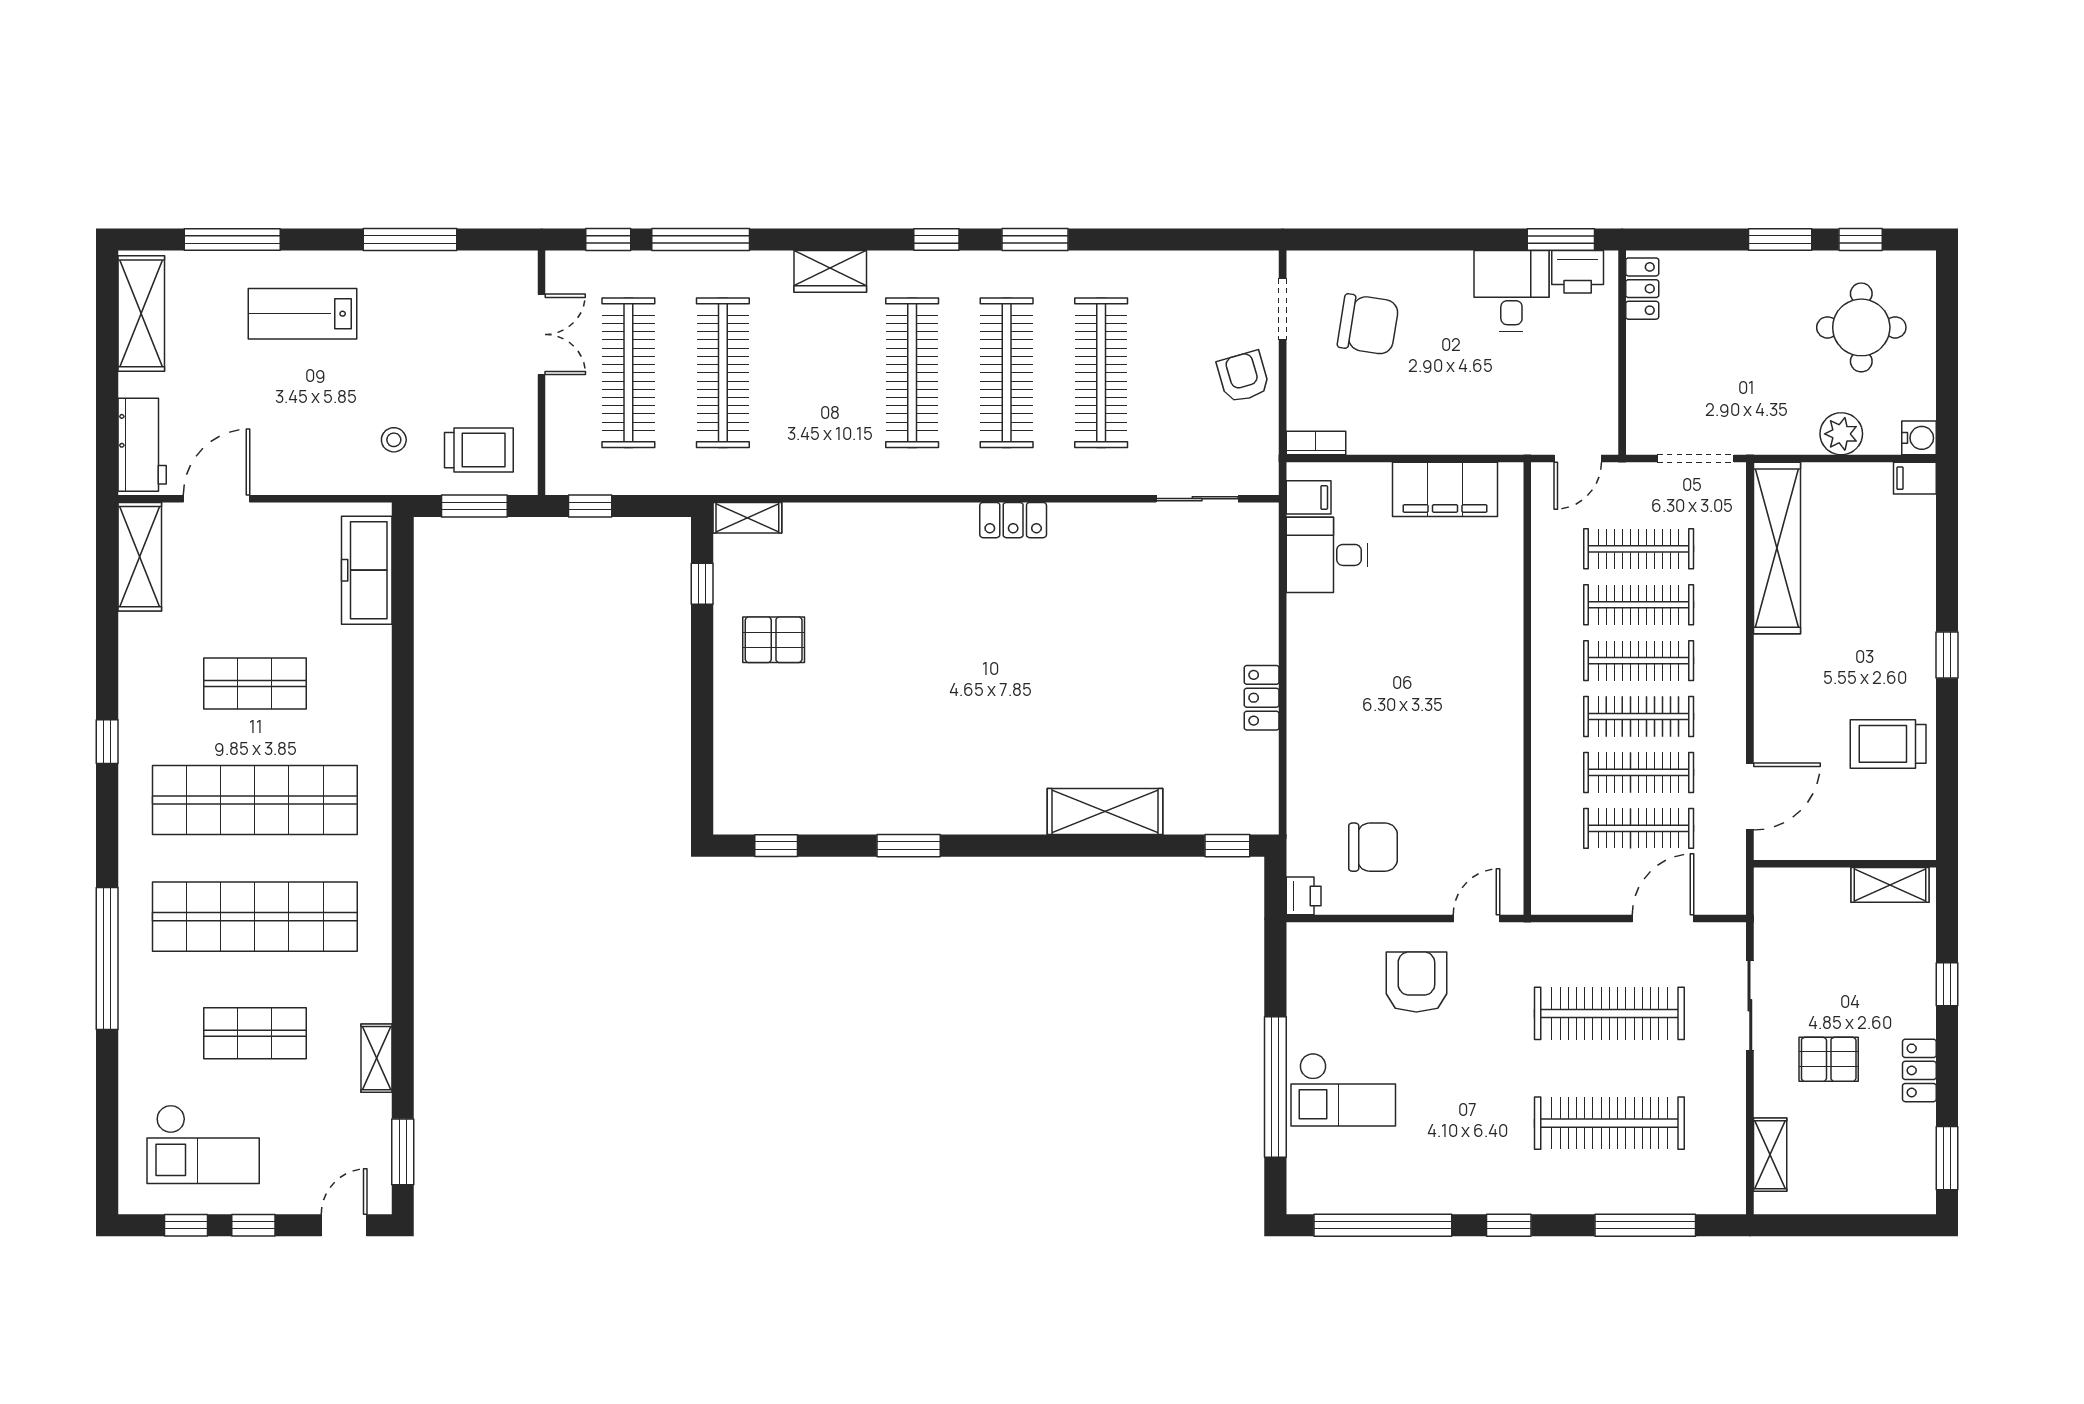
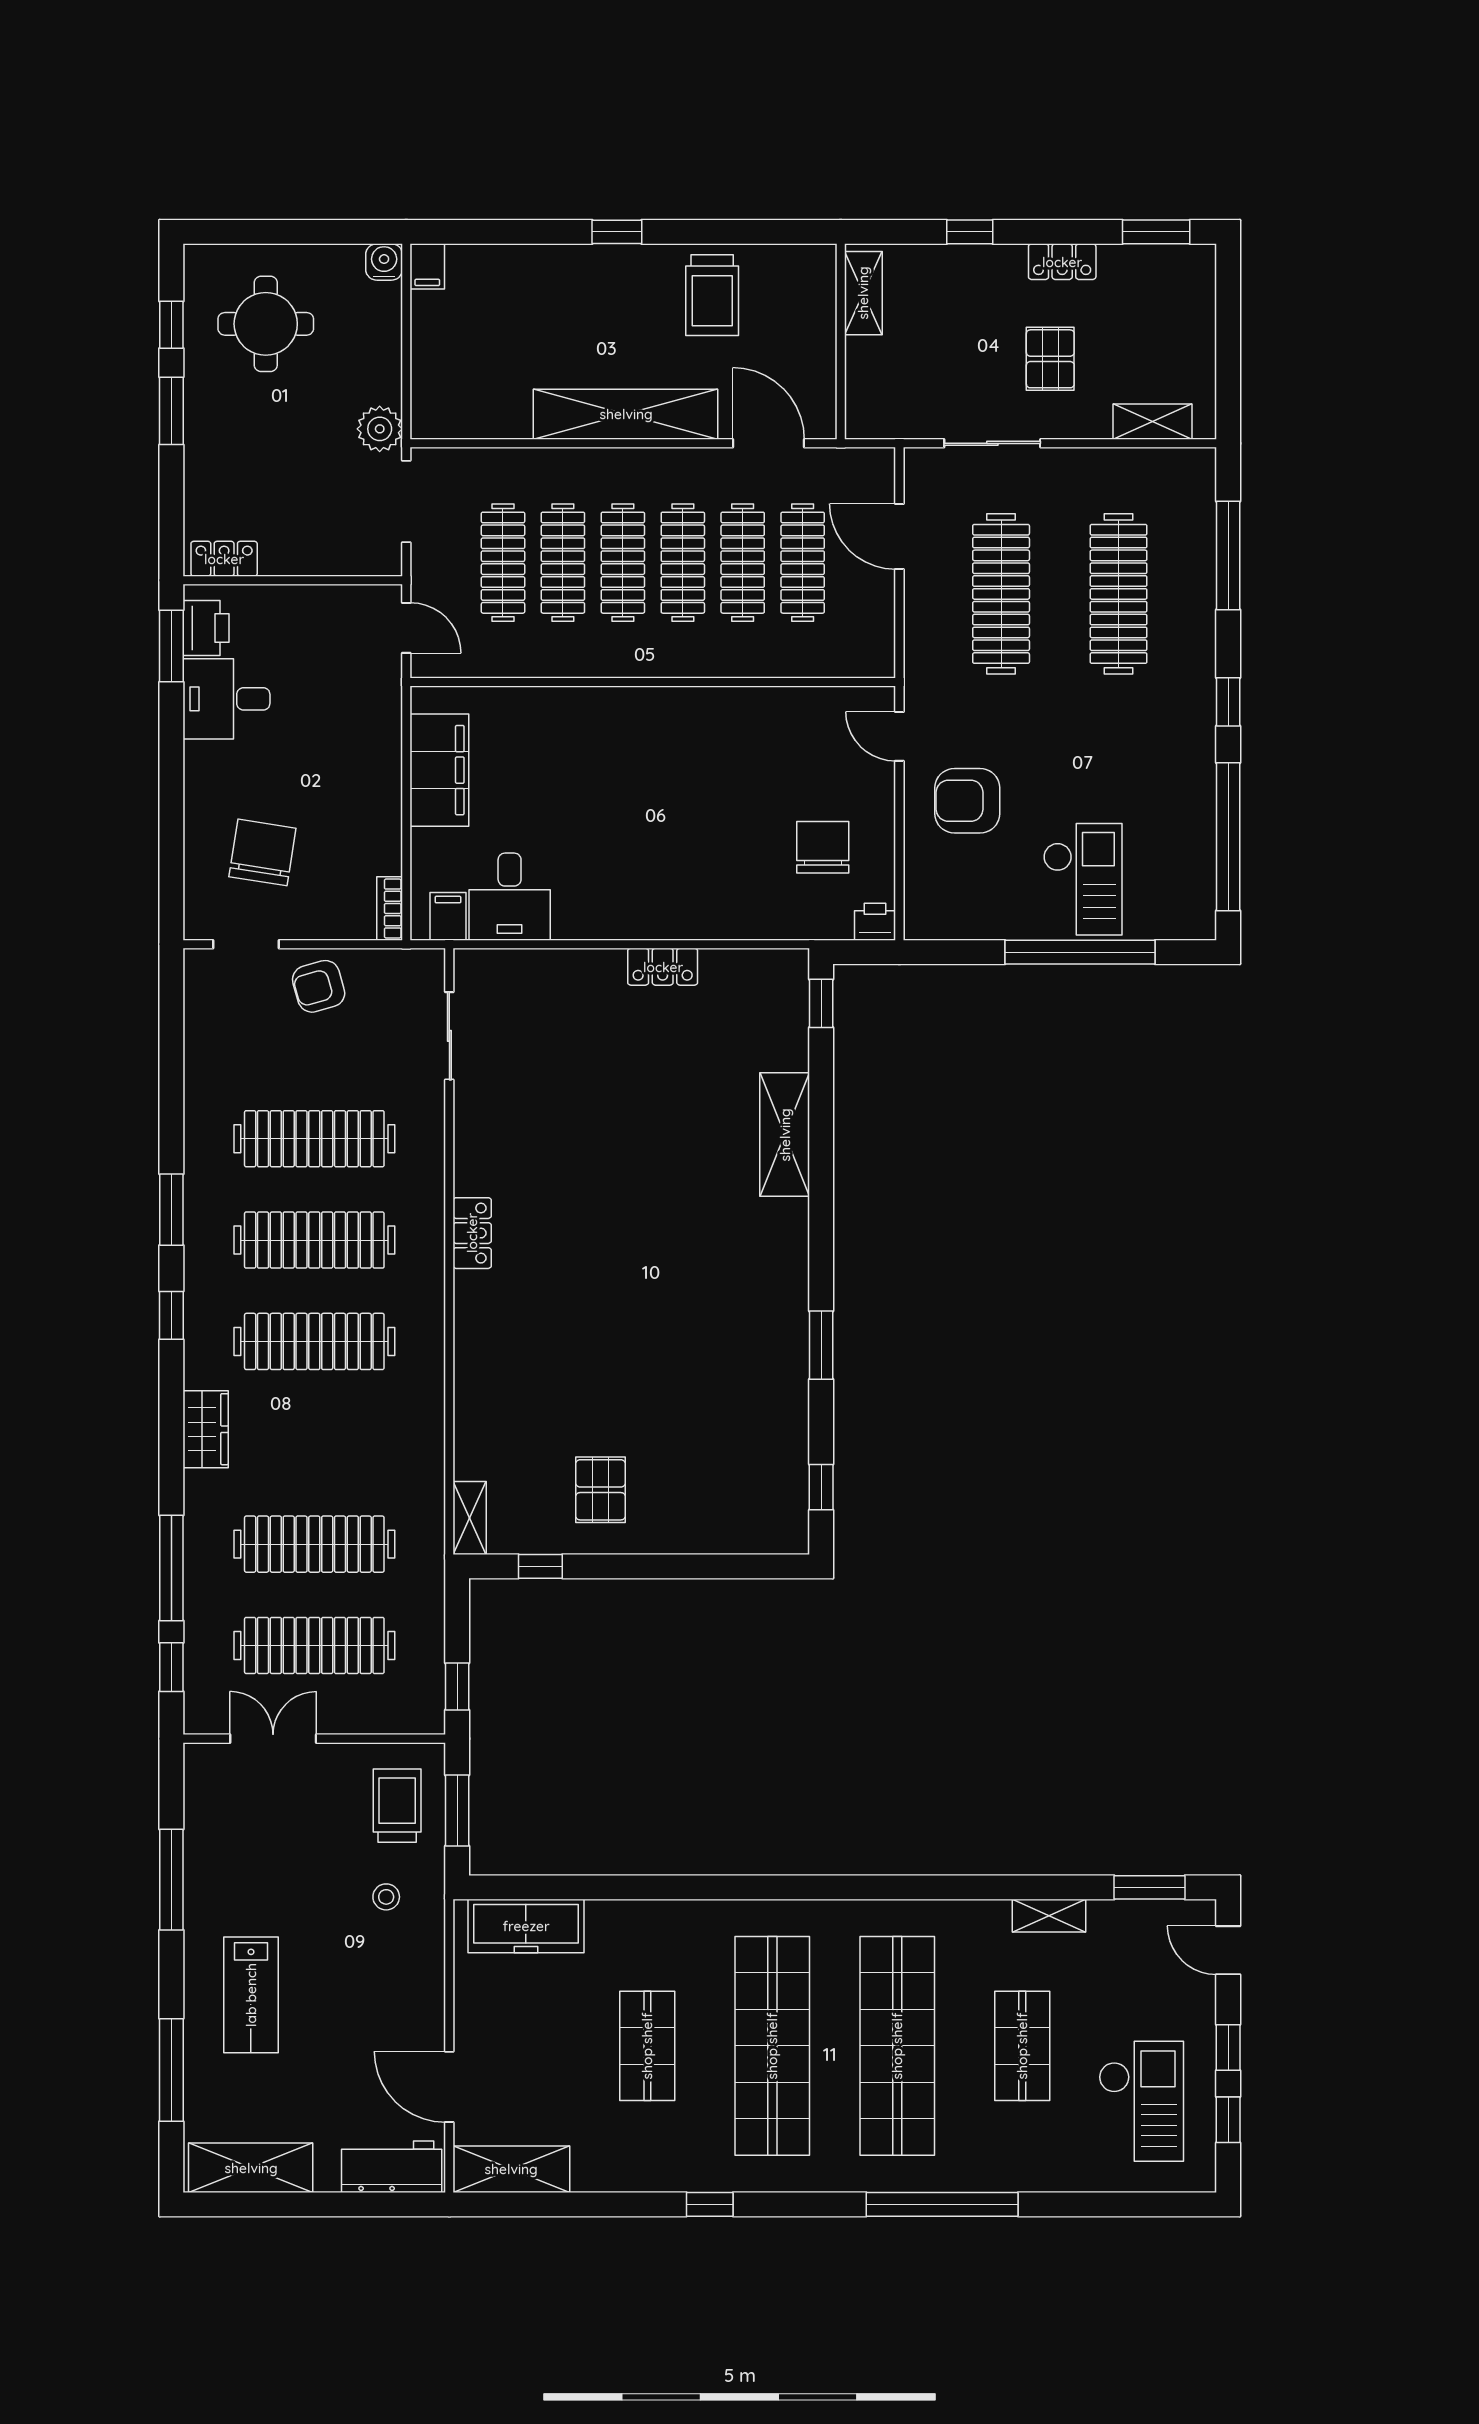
plant: (1841, 434) -> (380, 429), moved
shelving: (1777, 548) -> (626, 414), moved

